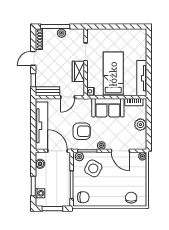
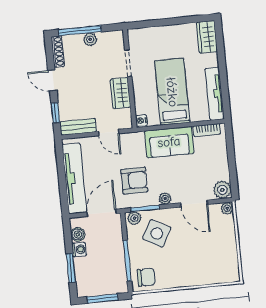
wardrobe: (140, 39) -> (207, 37), added
door: (33, 58) -> (52, 80), hinge flipped
door: (68, 97) -> (109, 133), hinge flipped
plant: (140, 125) -> (222, 190), moved
door: (58, 151) -> (102, 213), hinge flipped
washing machine: (40, 193) -> (79, 249), moved
chair: (131, 198) -> (217, 271), removed

